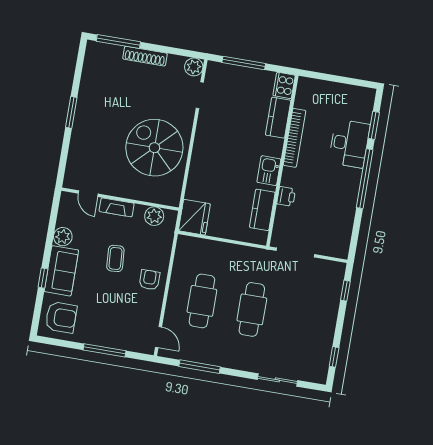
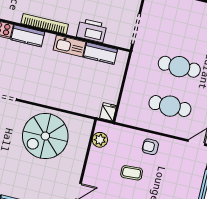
kitchen sink: (269, 171) -> (69, 46), width x1.38
printer: (286, 196) -> (92, 31), width x1.87, depth x1.48
fireplace: (117, 207) -> (91, 169), removed
fridge: (194, 217) -> (108, 112), width x0.53, depth x0.75

